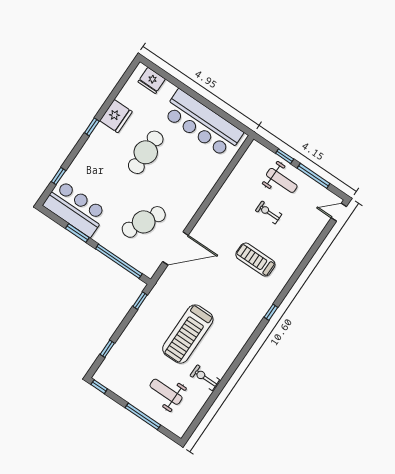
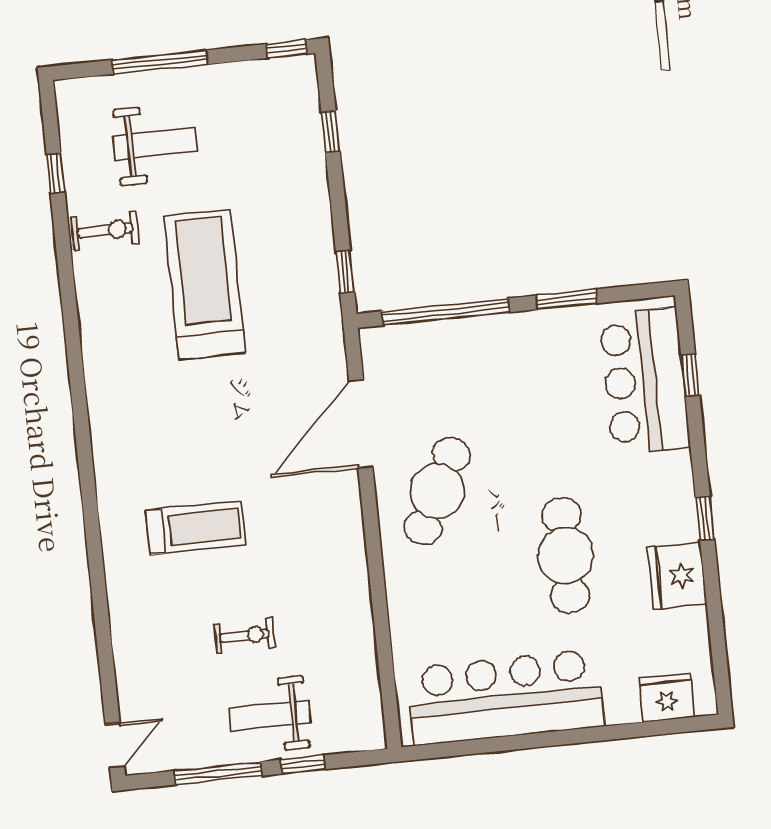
bar counter: (75, 208) -> (644, 381), moved, turned 90
cafe table: (144, 222) -> (437, 491), moved
window: (271, 312) -> (56, 173), moved

